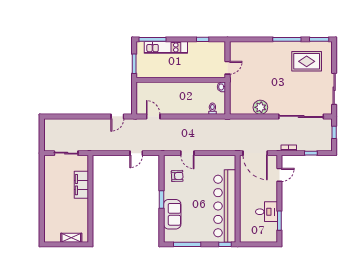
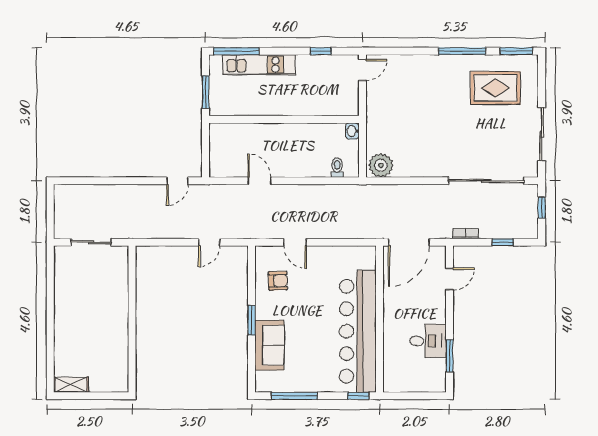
door: (228, 68) -> (362, 70), moved
plant: (260, 107) -> (381, 165), moved
door: (153, 116) -> (260, 181), moved
door: (255, 153) -> (409, 242), hinge flipped
filing cabinet: (81, 185) -> (117, 295), removed
shelving: (71, 238) -> (71, 385), moved

